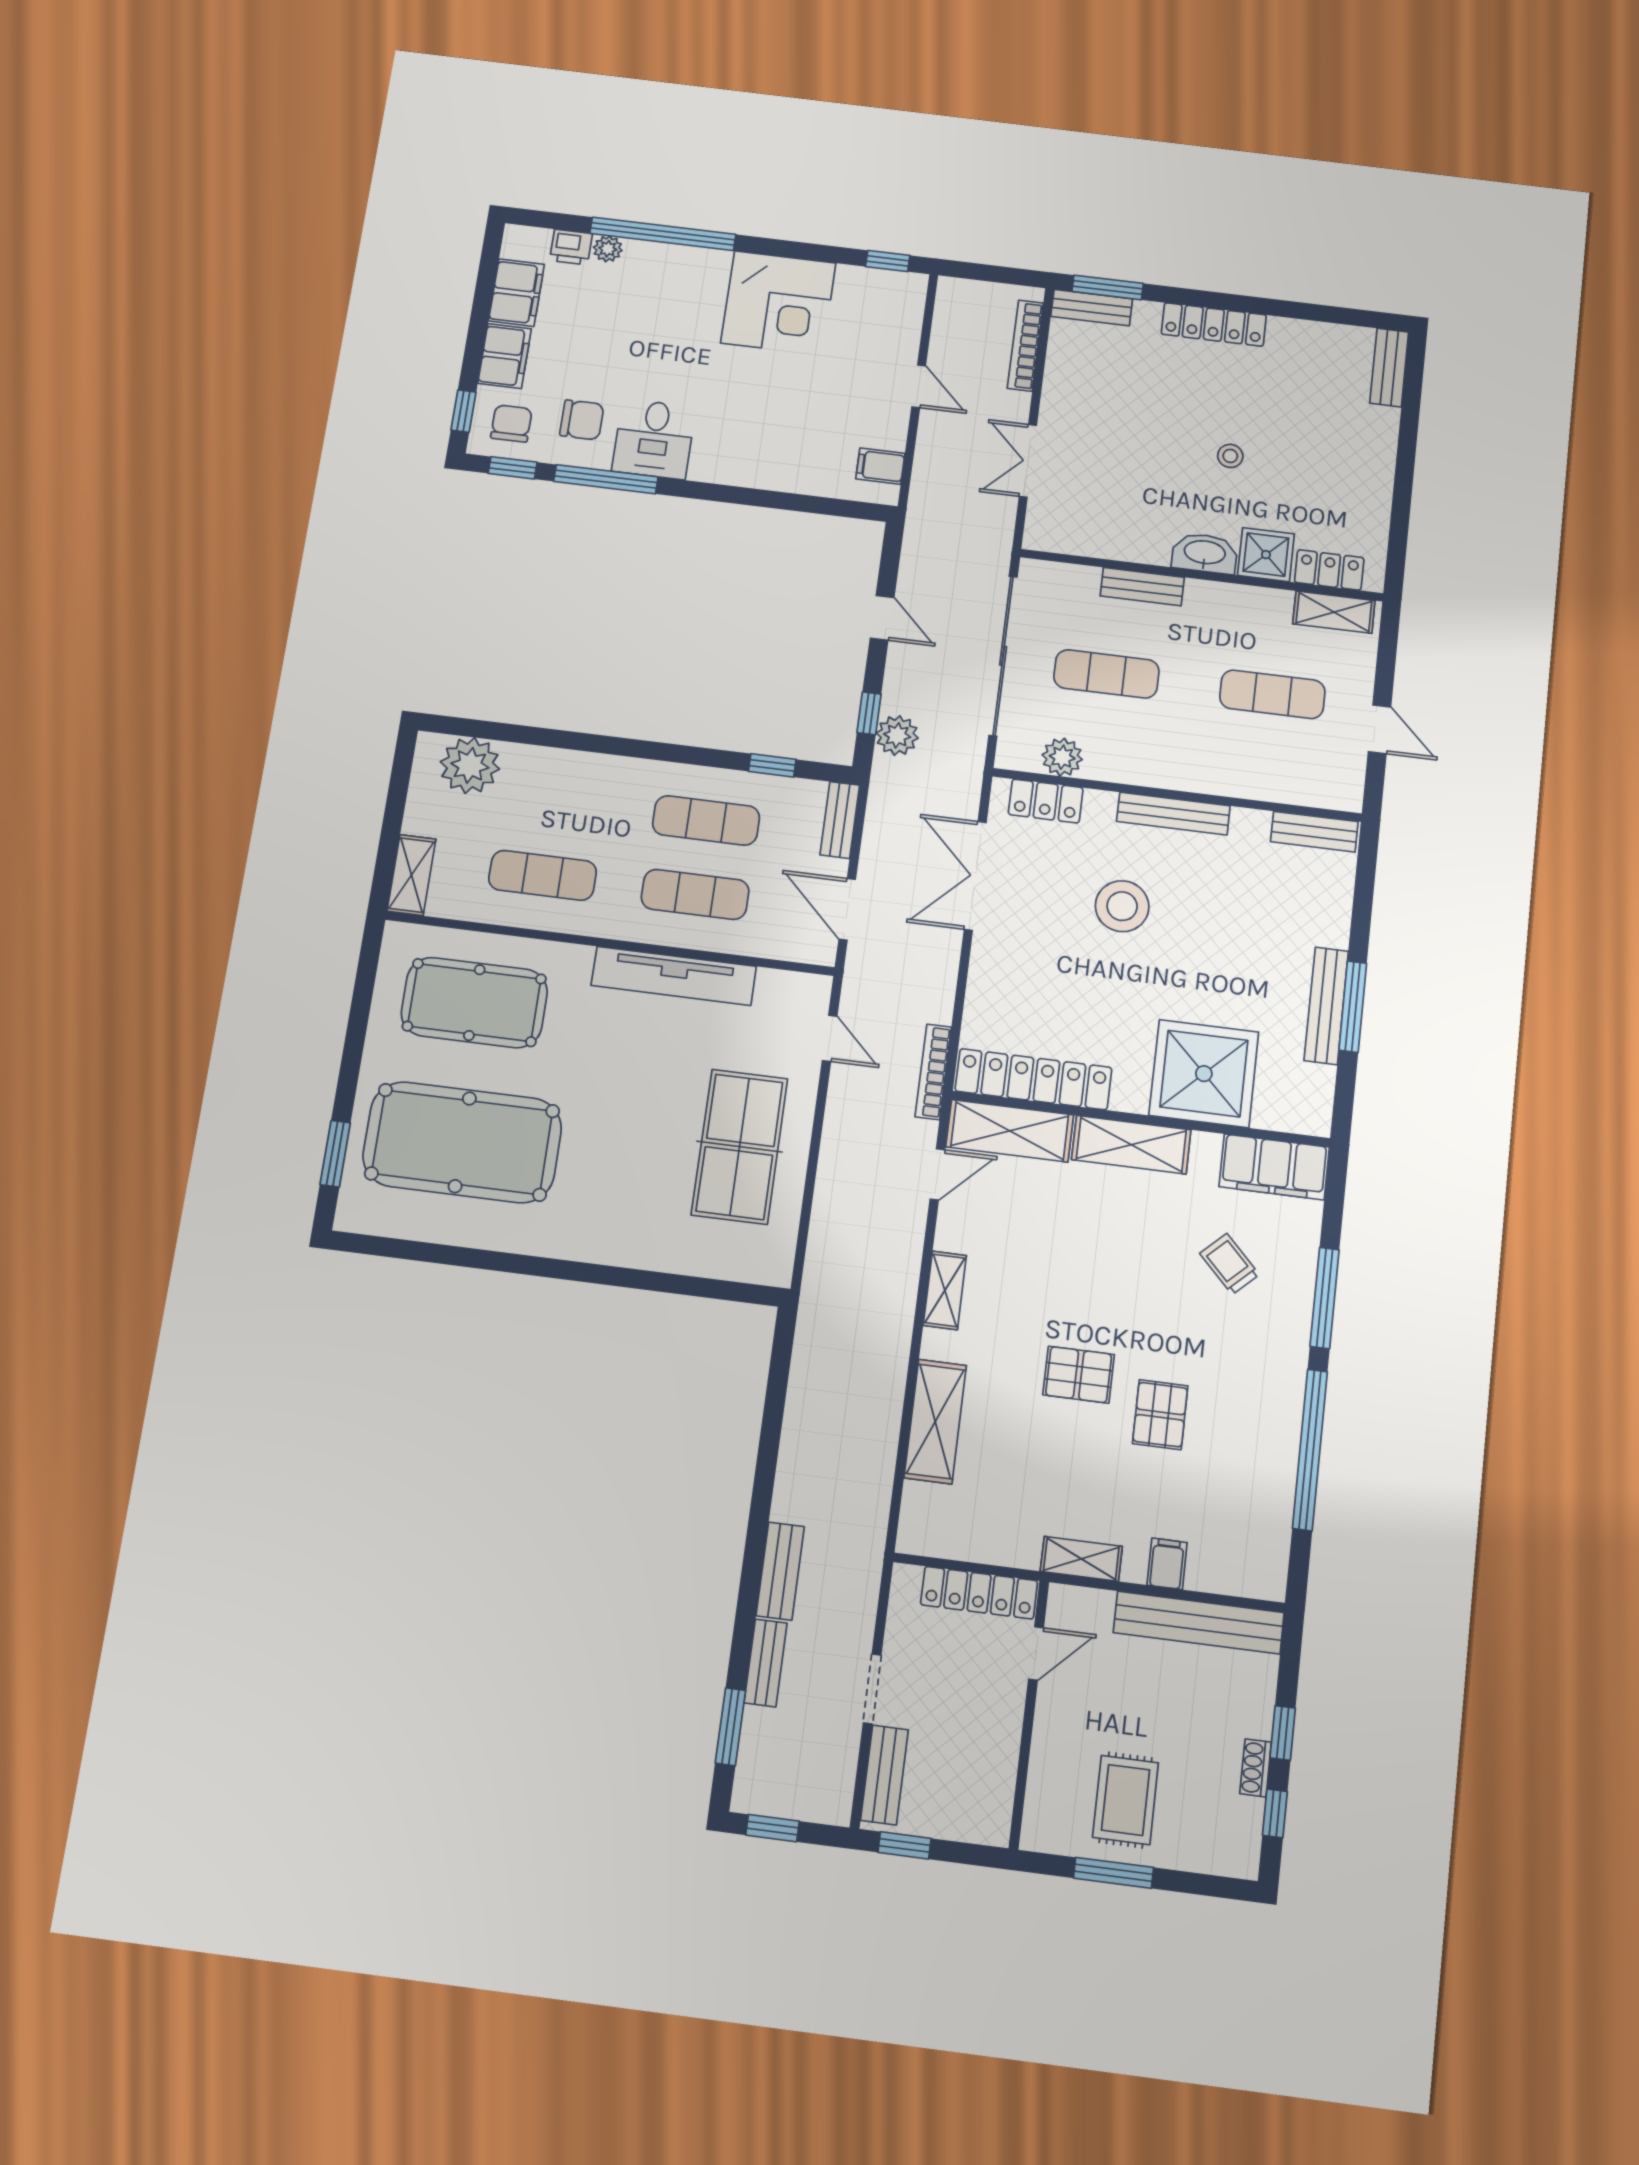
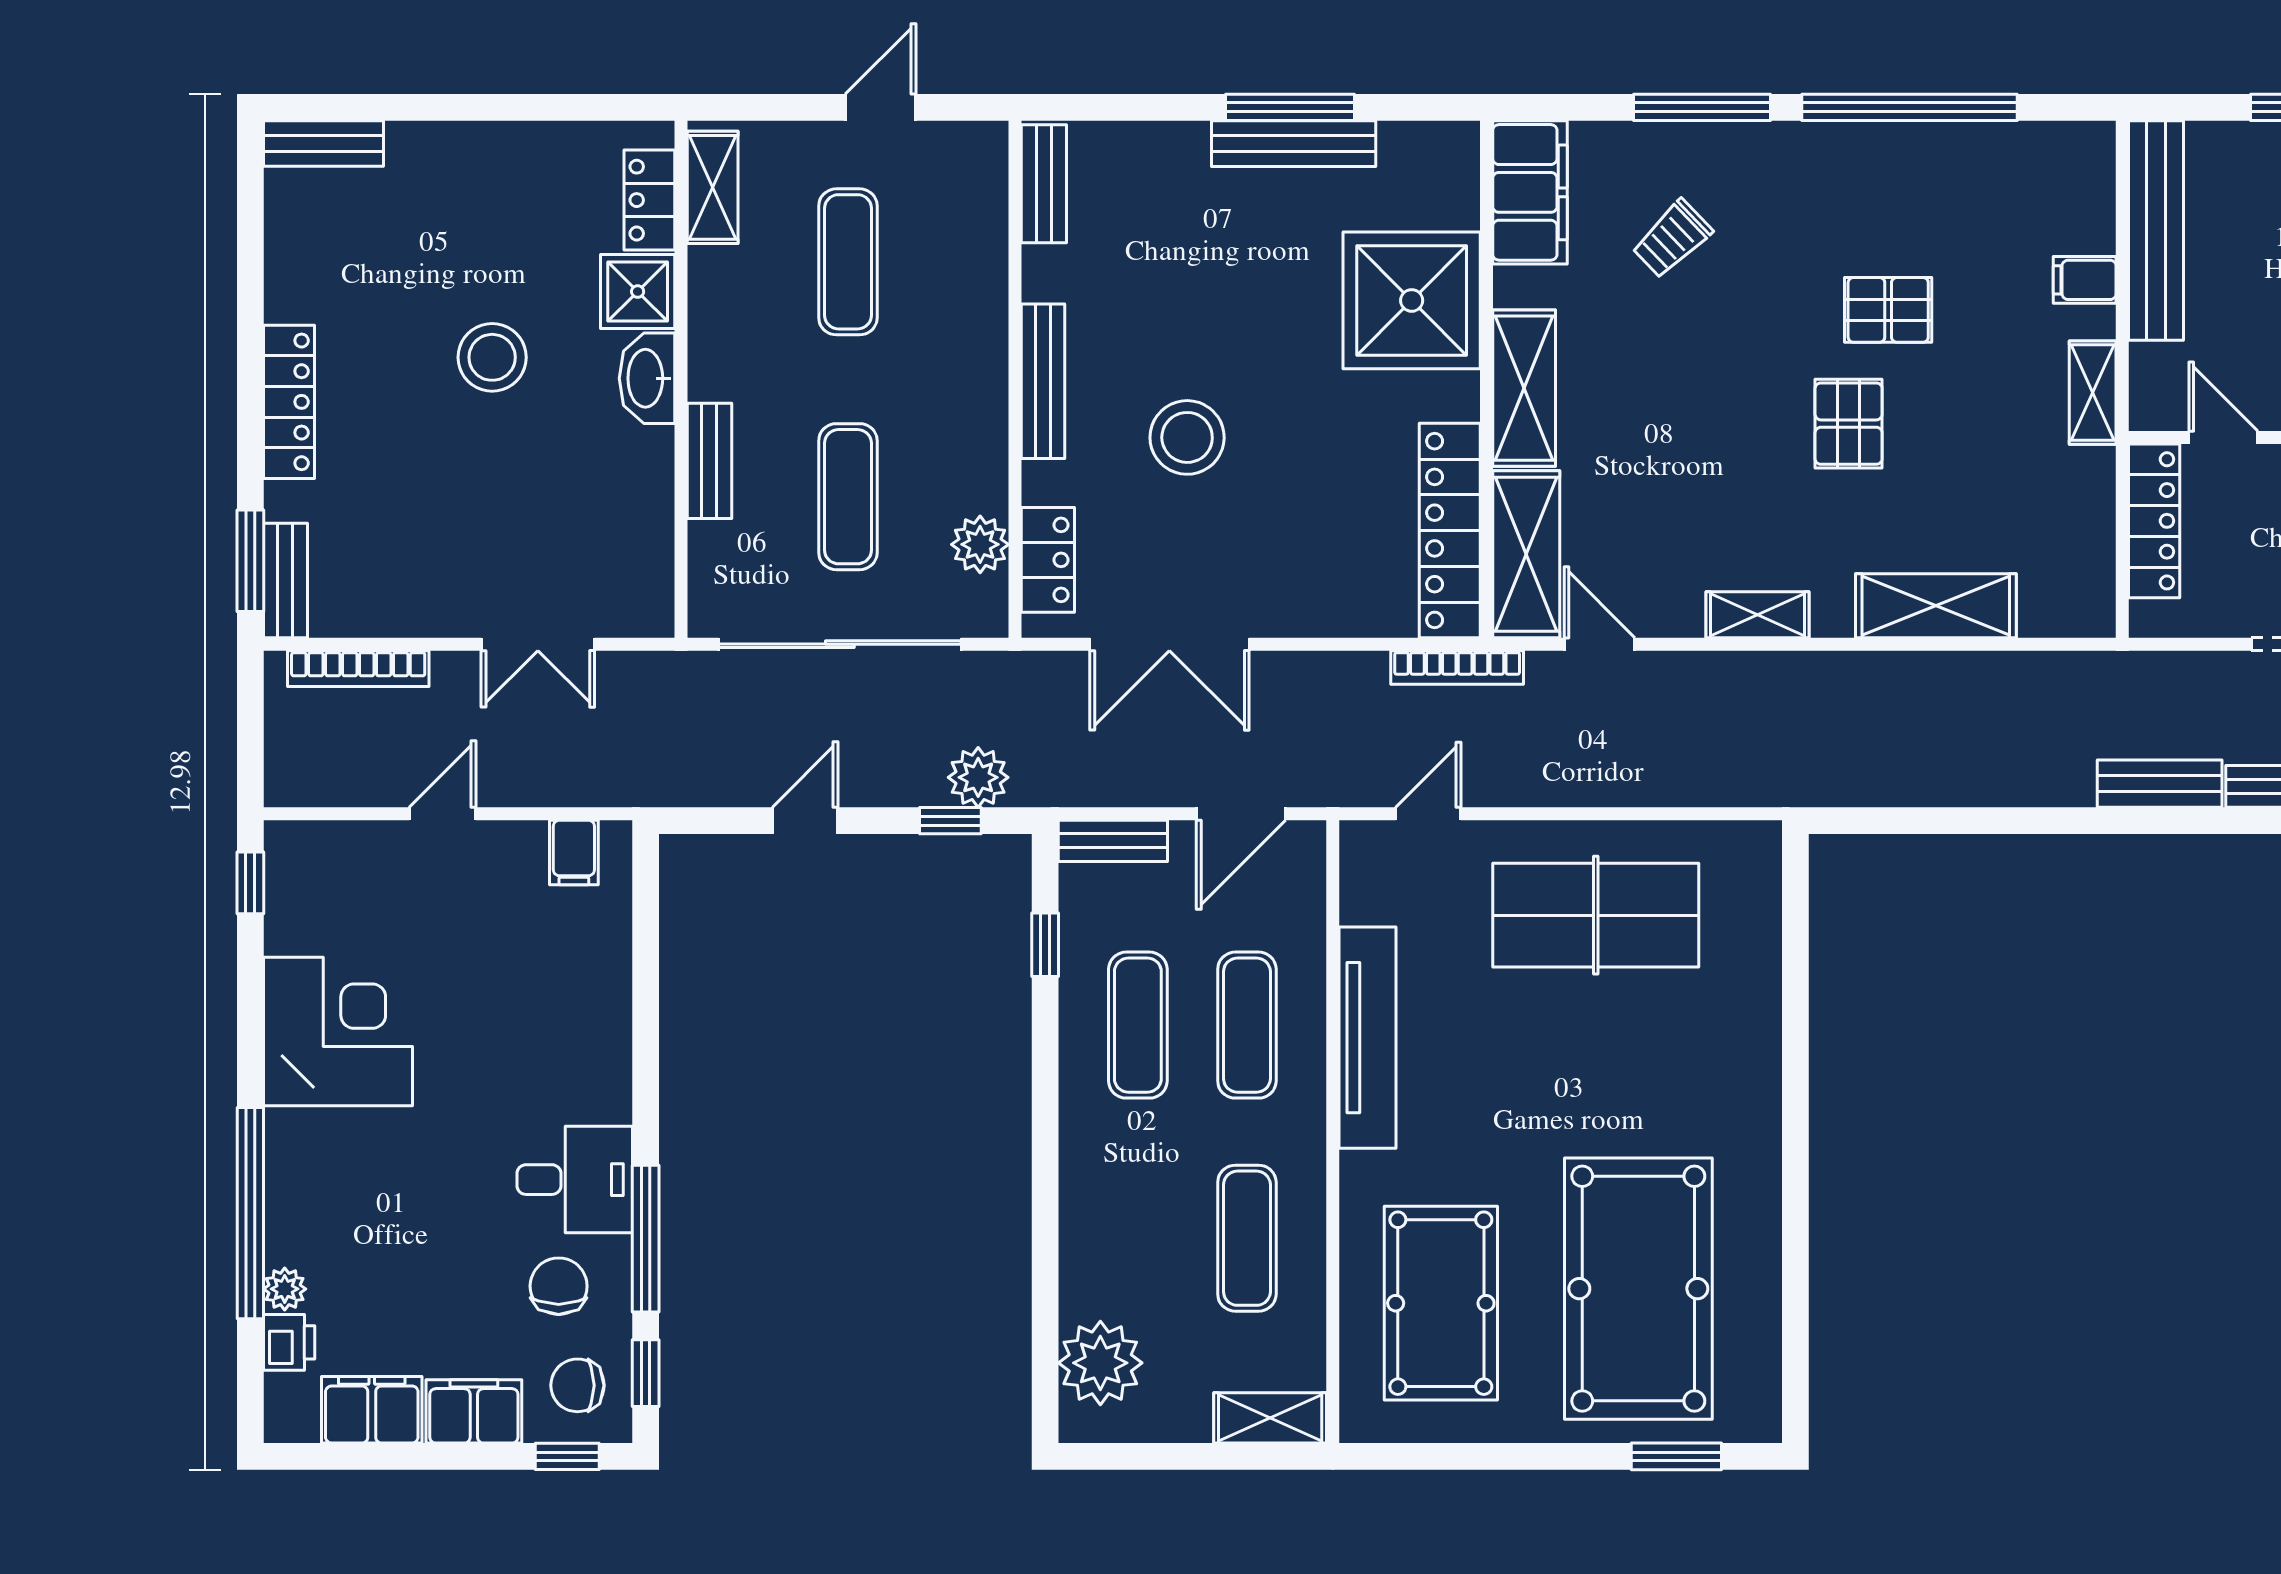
stool: (1230, 456) -> (492, 357), width x1.89, depth x1.89

